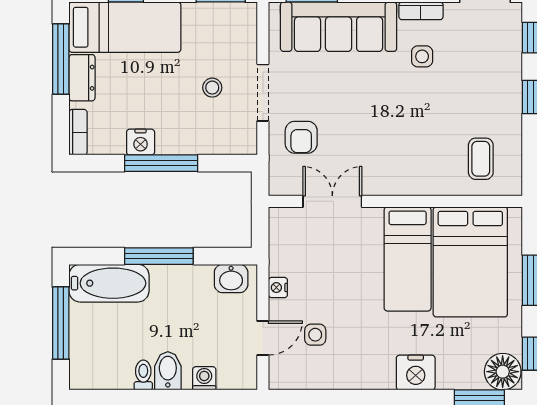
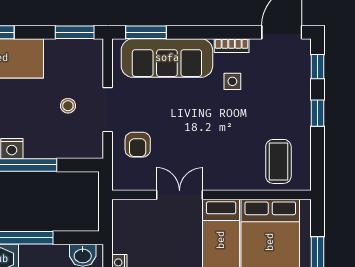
coffee table: (481, 159) -> (278, 161), width x1.36, depth x1.30
double door: (332, 201) -> (180, 195), moved

